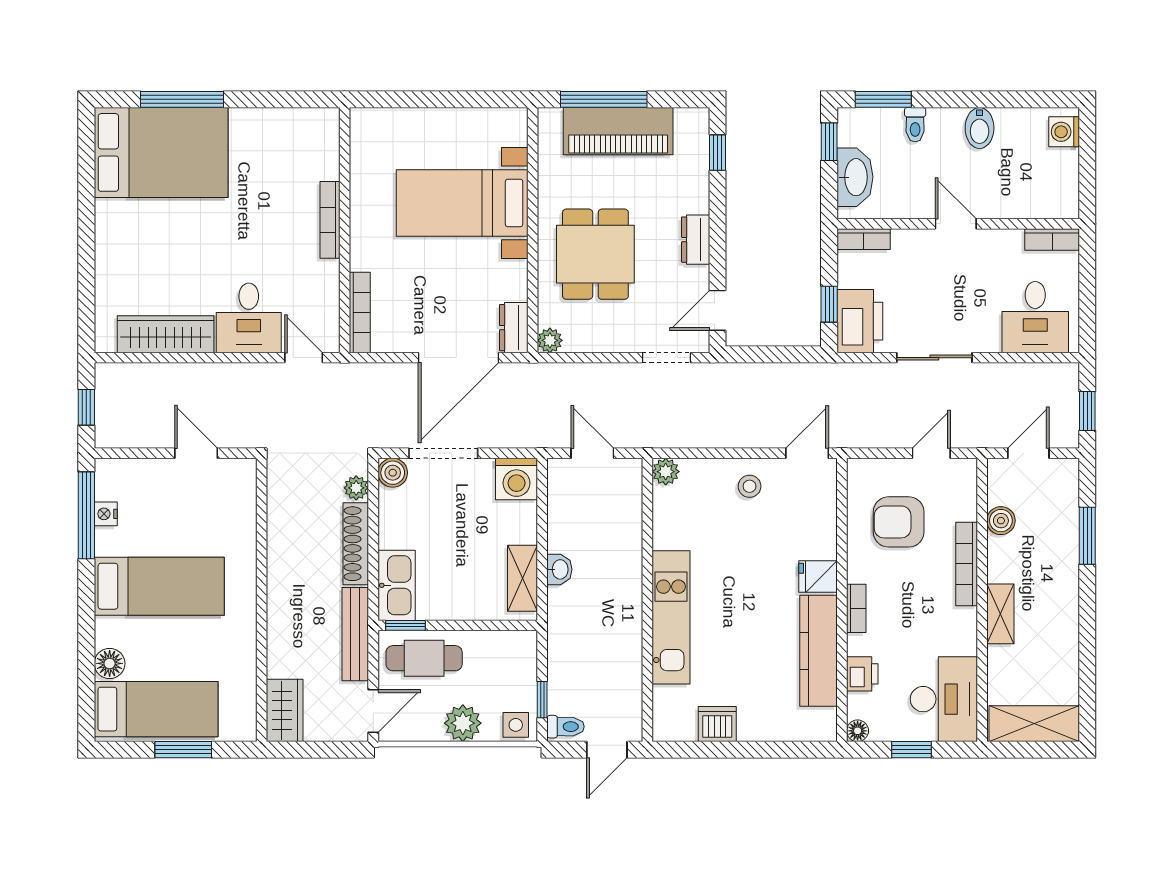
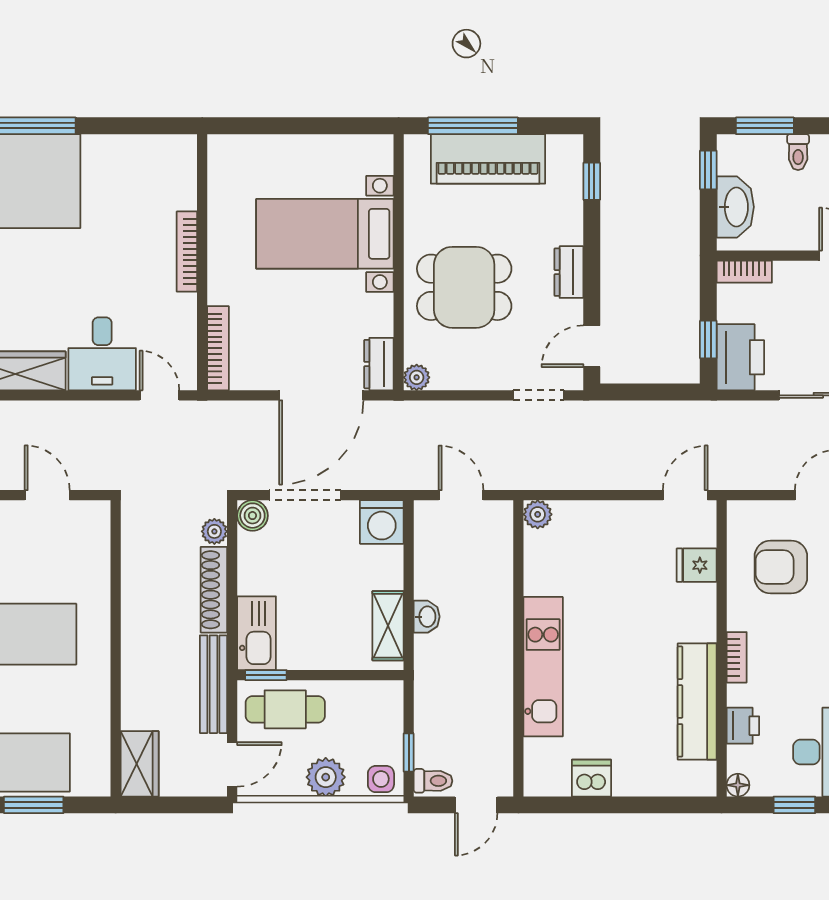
dining table: (595, 254) -> (464, 287), turned 90
stool: (750, 486) -> (625, 530), removed
fridge: (818, 576) -> (697, 565), moved

